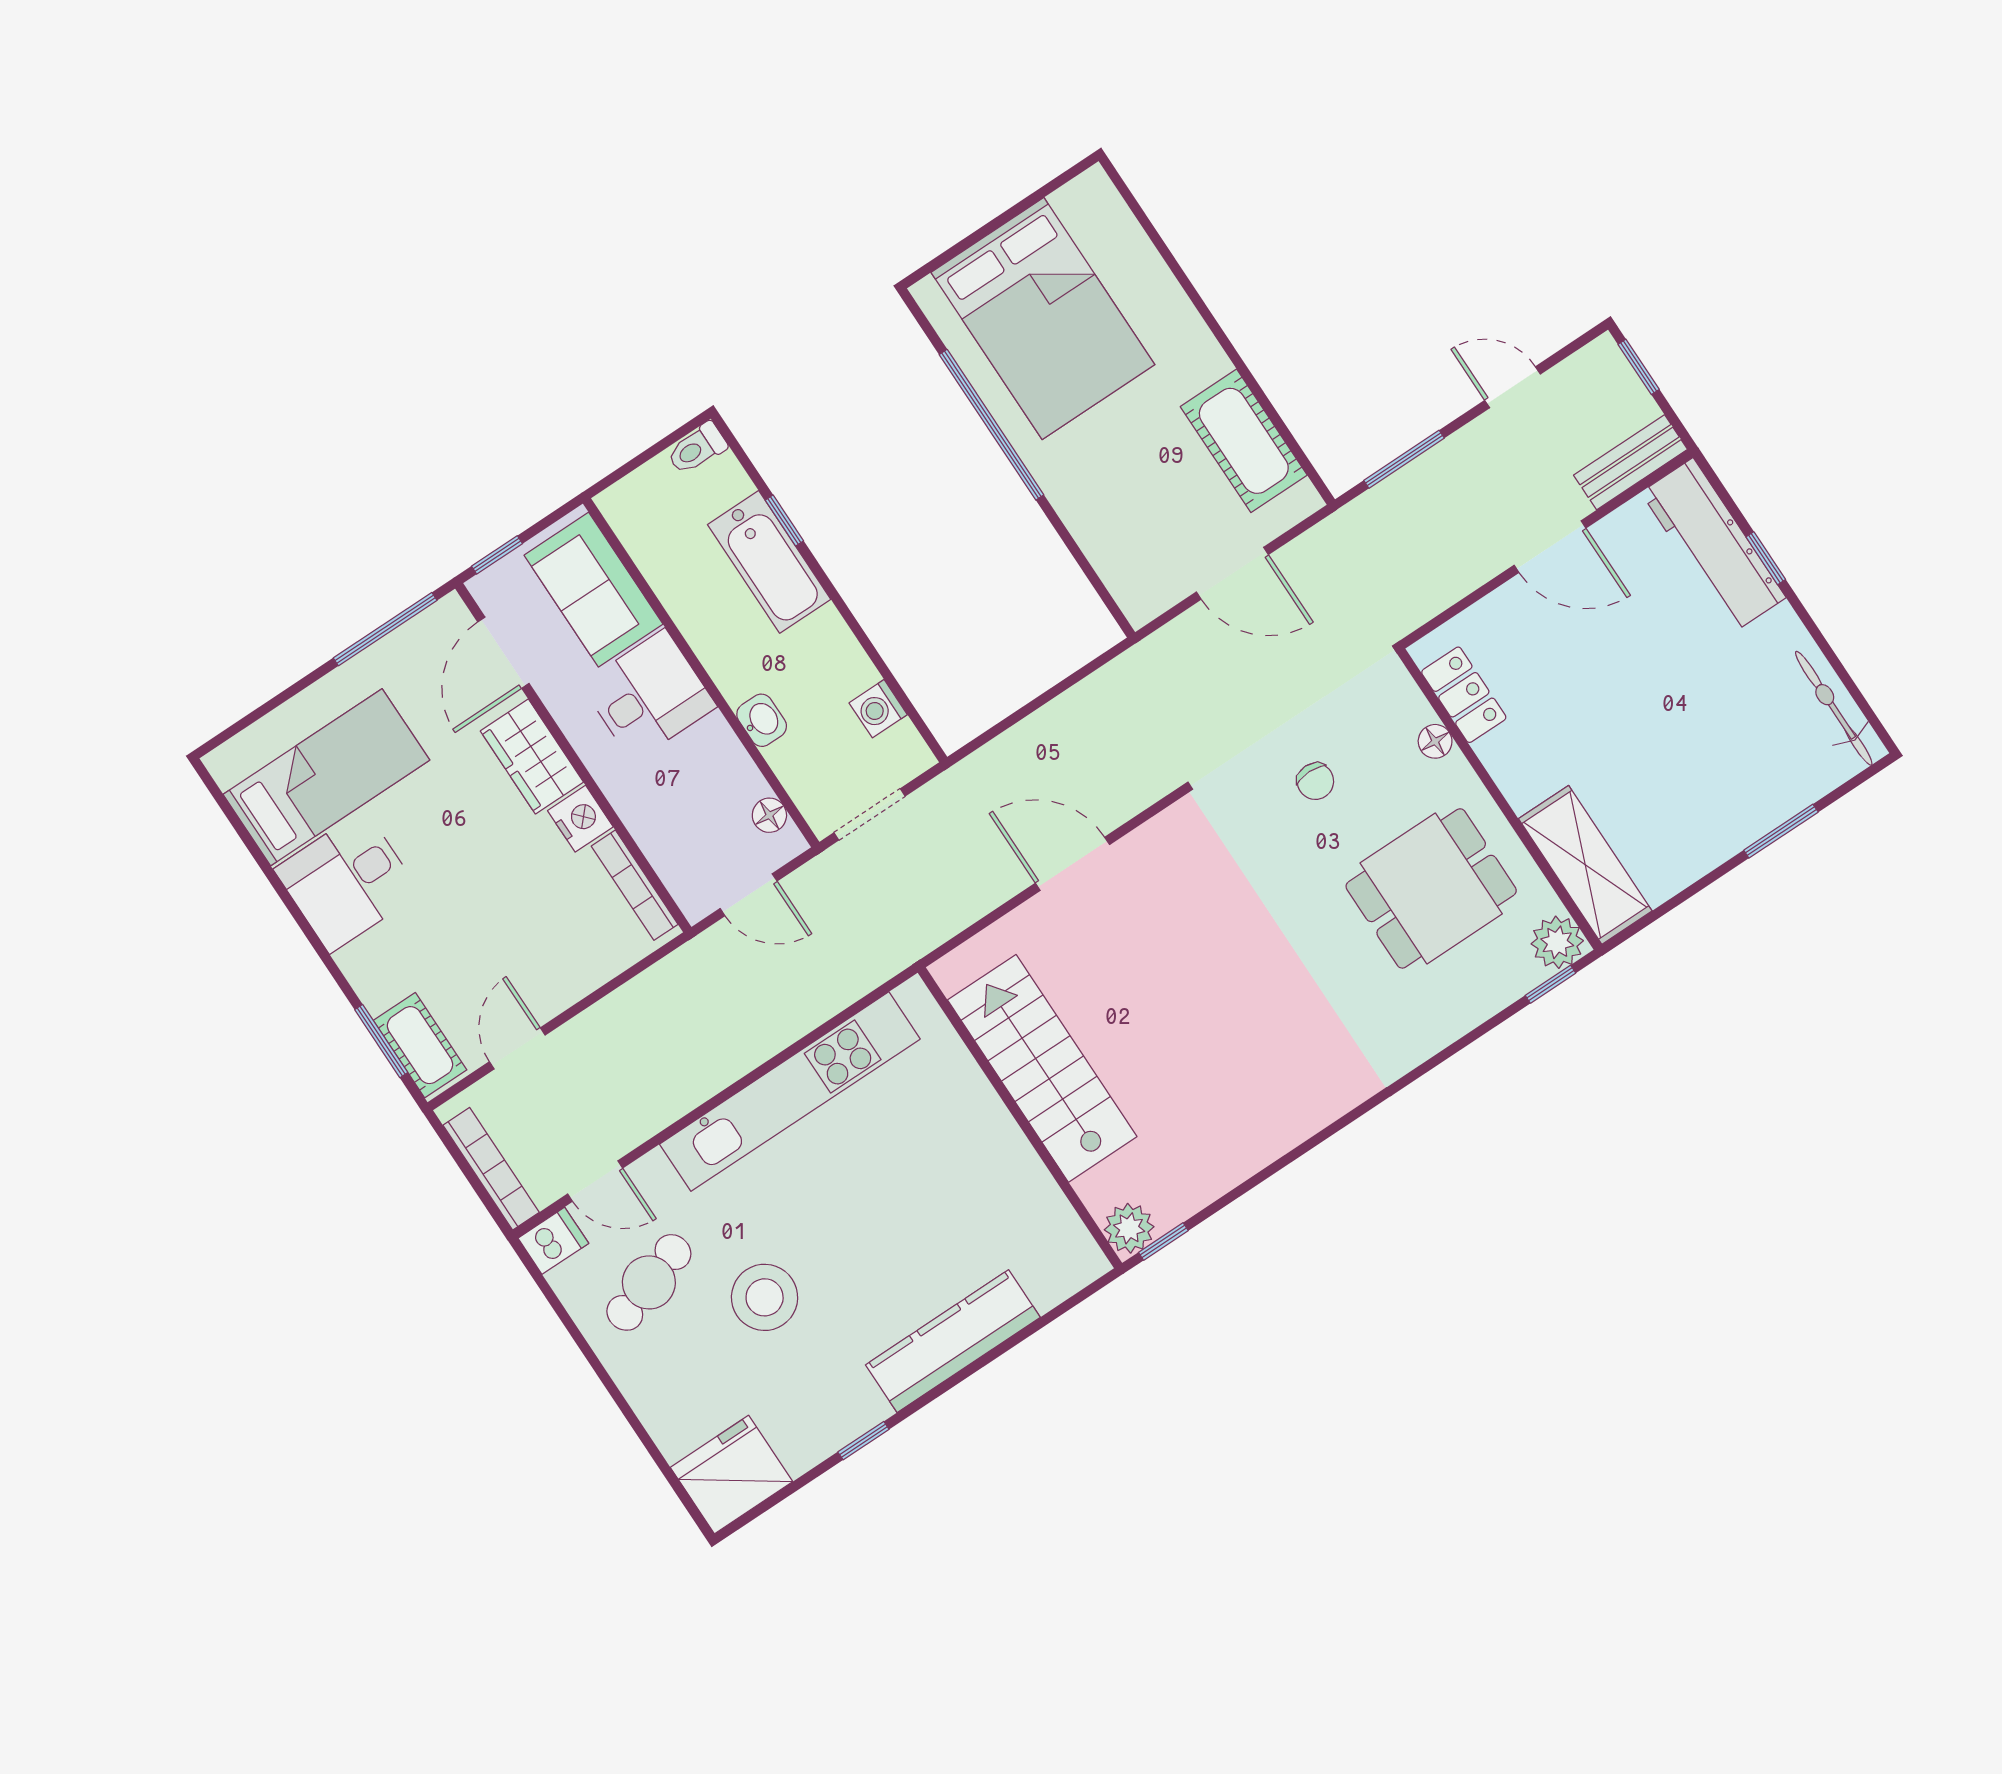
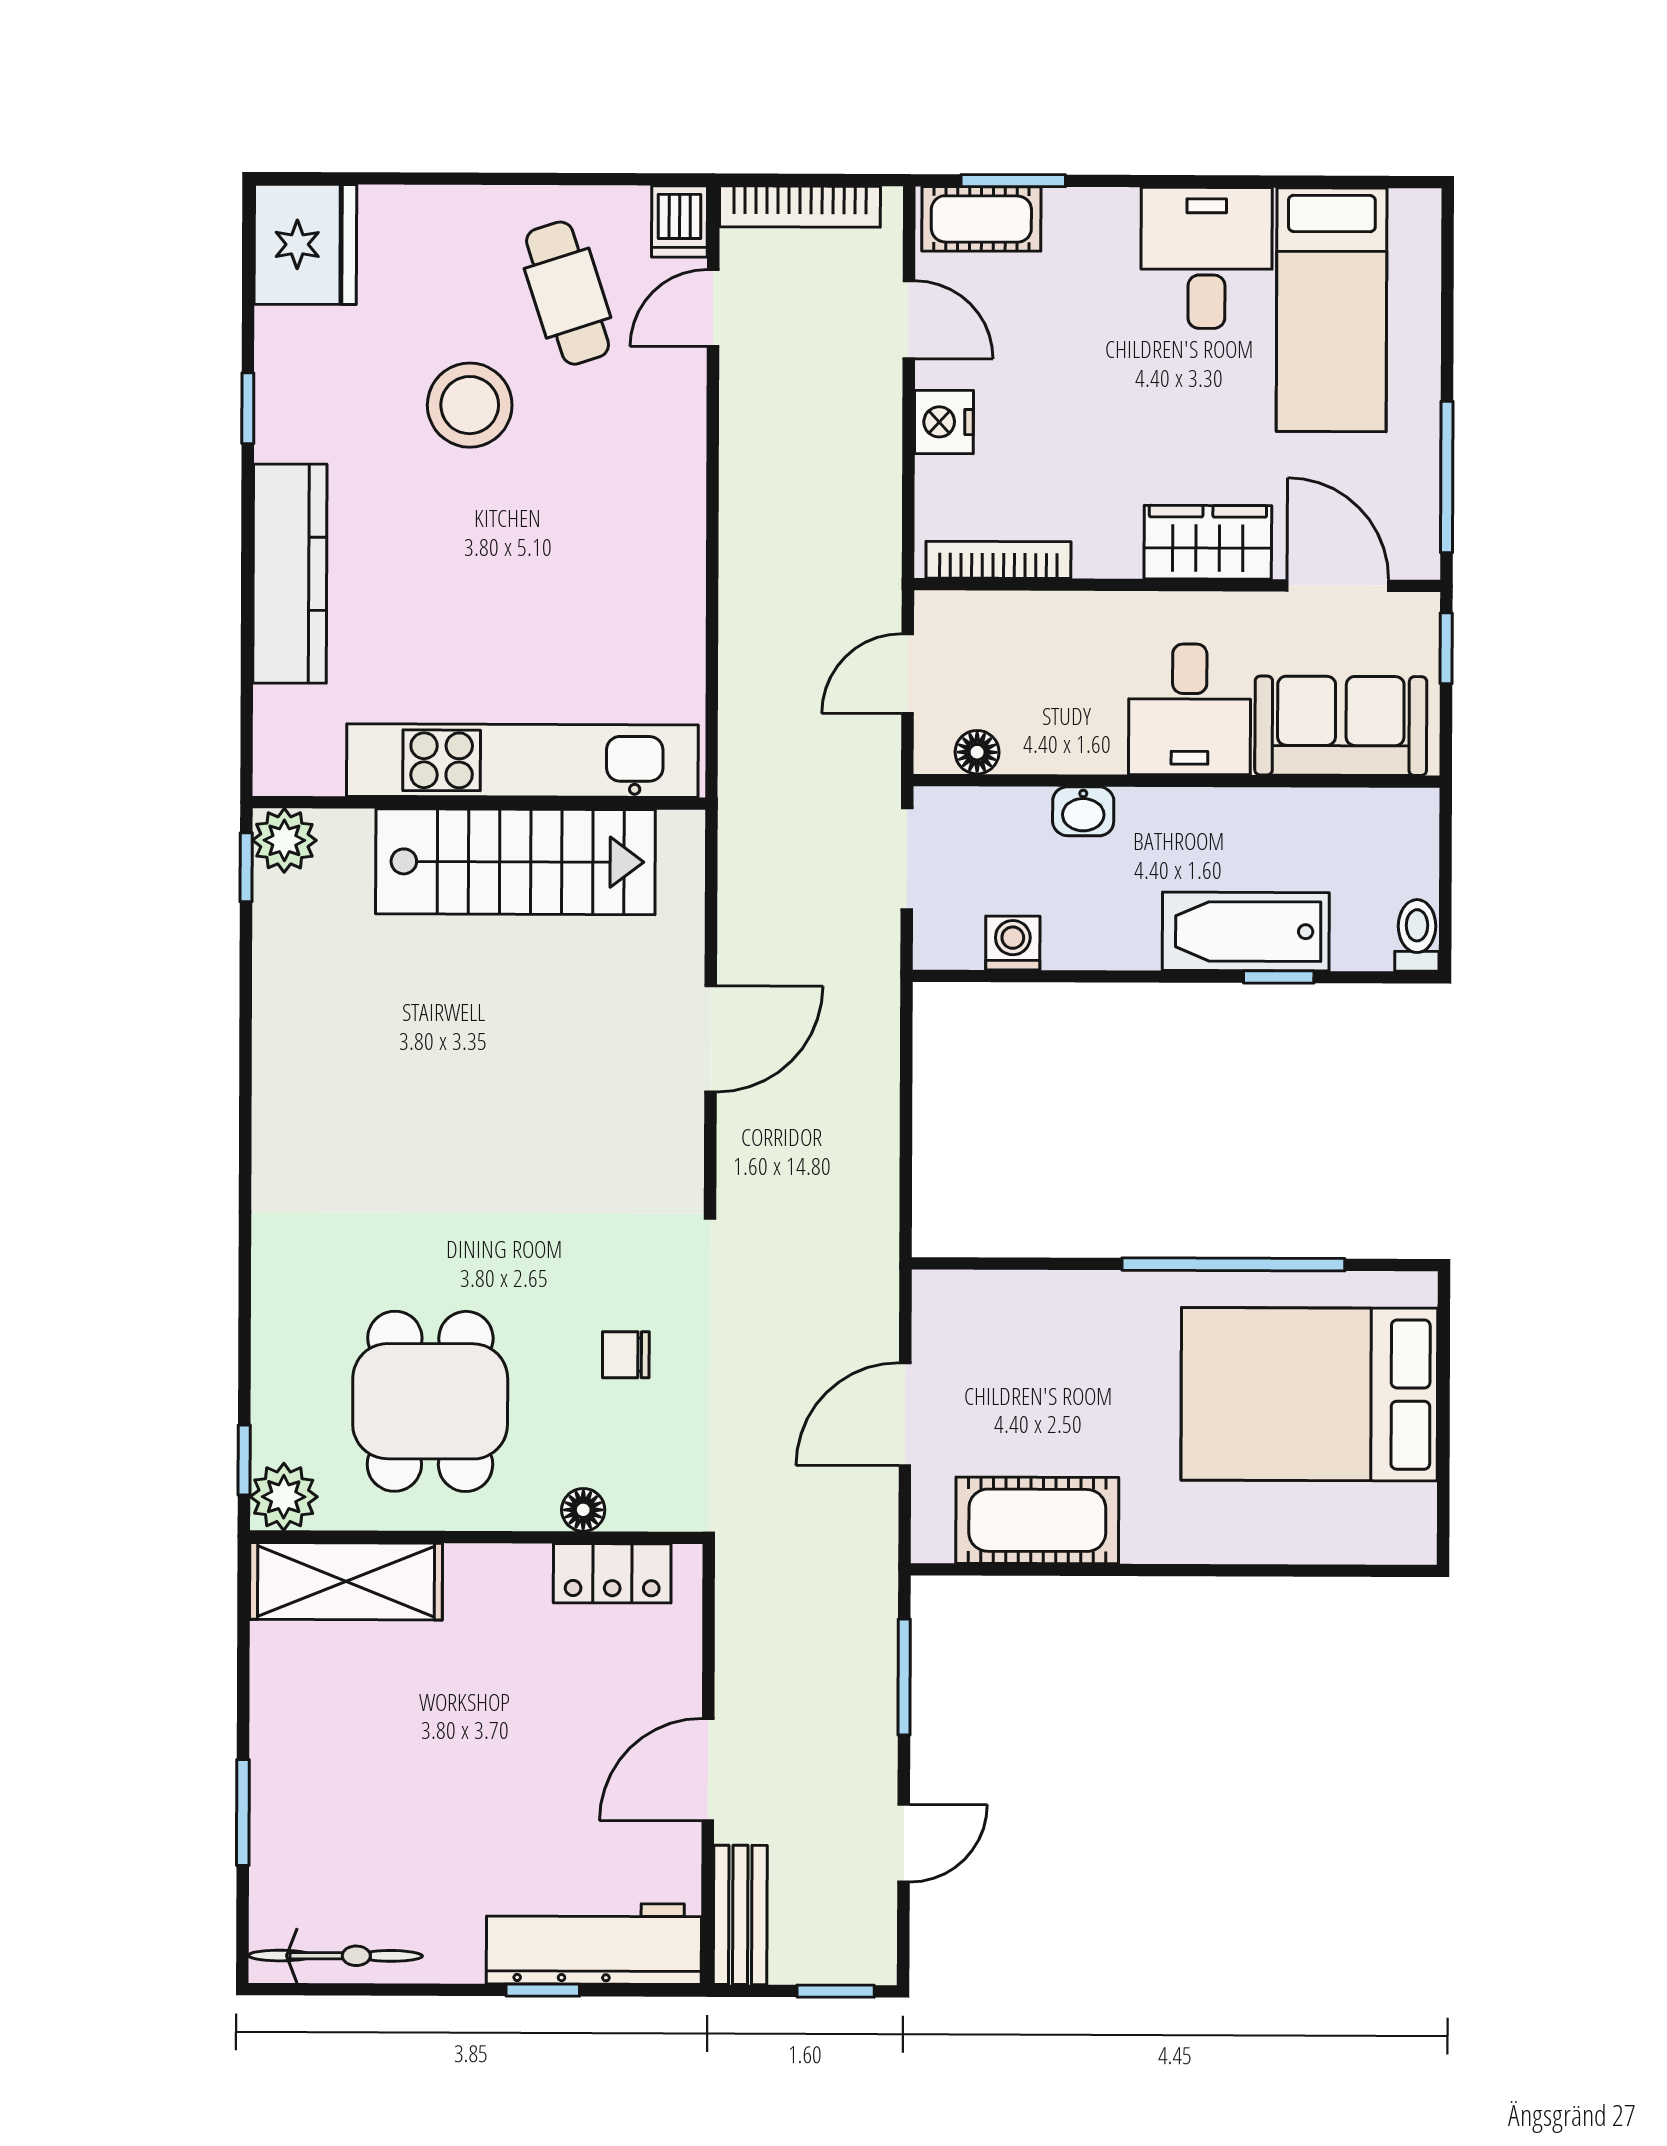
nightstand: (580, 819) -> (944, 422), moved, turned 90
kitchen unit: (790, 1092) -> (522, 761), moved, turned 90

